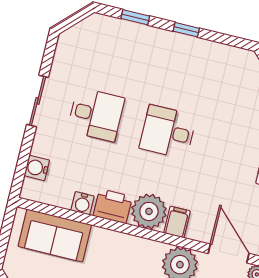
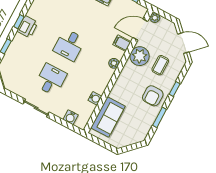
printer: (113, 206) -> (27, 27), moved, turned 180
plant: (149, 211) -> (114, 63), width x0.53, depth x0.53
filing cabinet: (177, 222) -> (122, 43), moved

